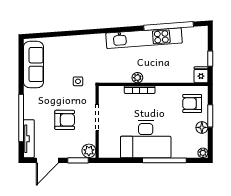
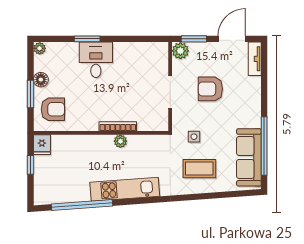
kitchen unit: (144, 38) -> (125, 189), width x0.73
coffee table: (74, 56) -> (199, 169), added
window: (21, 118) -> (264, 146), moved
tv unit: (29, 139) -> (255, 59), width x0.71
desk: (146, 139) -> (96, 60), width x0.53, depth x0.77
window: (164, 160) -> (87, 39), width x0.47

